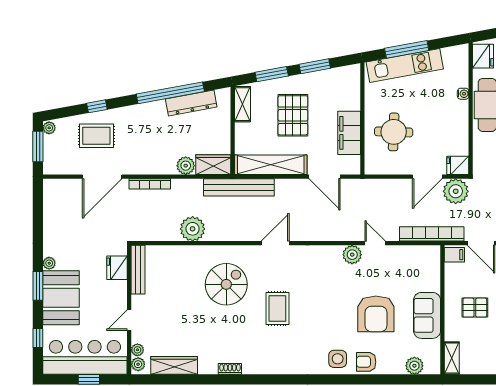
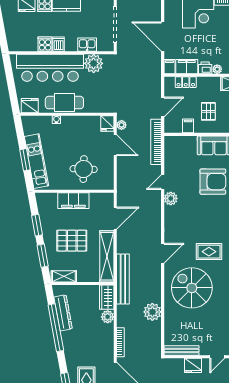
window: (407, 49) -> (25, 160), width x0.69
filing cabinet: (349, 133) -> (73, 201), moved
plant: (456, 191) -> (122, 125), width x0.53, depth x0.53
door: (275, 243) -> (163, 253), swing flipped
filing cabinet: (454, 255) -> (188, 126), moved
fridge: (117, 268) -> (193, 365), moved
spiral stairs: (226, 284) -> (192, 288), width x1.37, depth x1.37
door: (129, 320) -> (217, 357), hinge flipped

